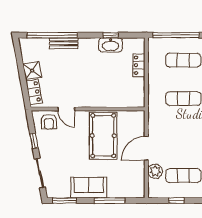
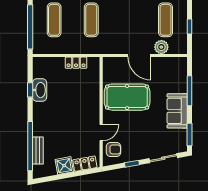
bench: (64, 43) -> (38, 150), moved
locker: (139, 65) -> (76, 63), moved

